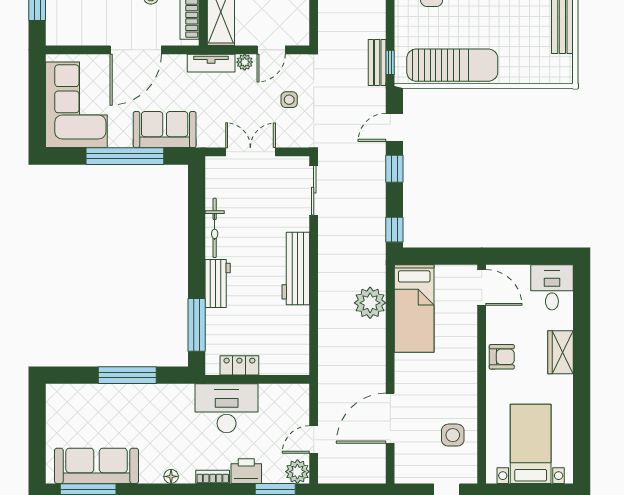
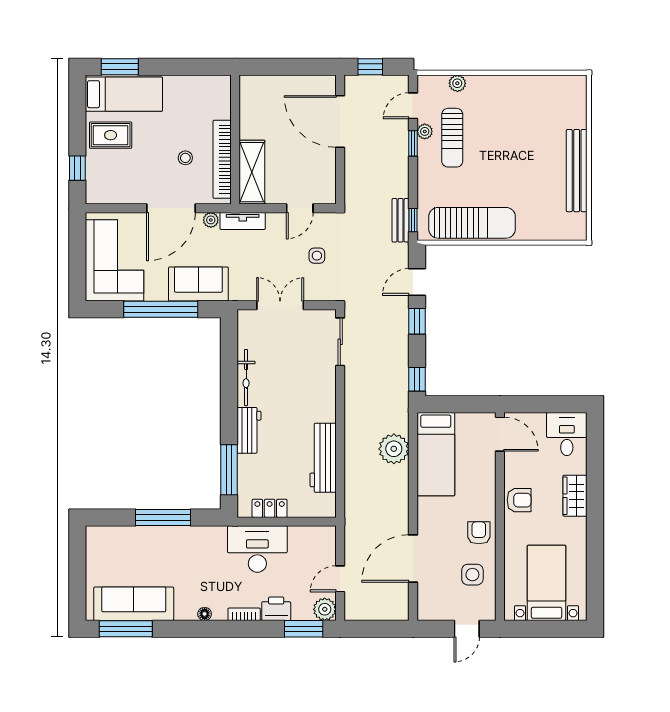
plant: (245, 62) -> (211, 220), moved
workbench: (296, 269) -> (323, 458), moved
armchair: (459, 391) -> (479, 533), added

